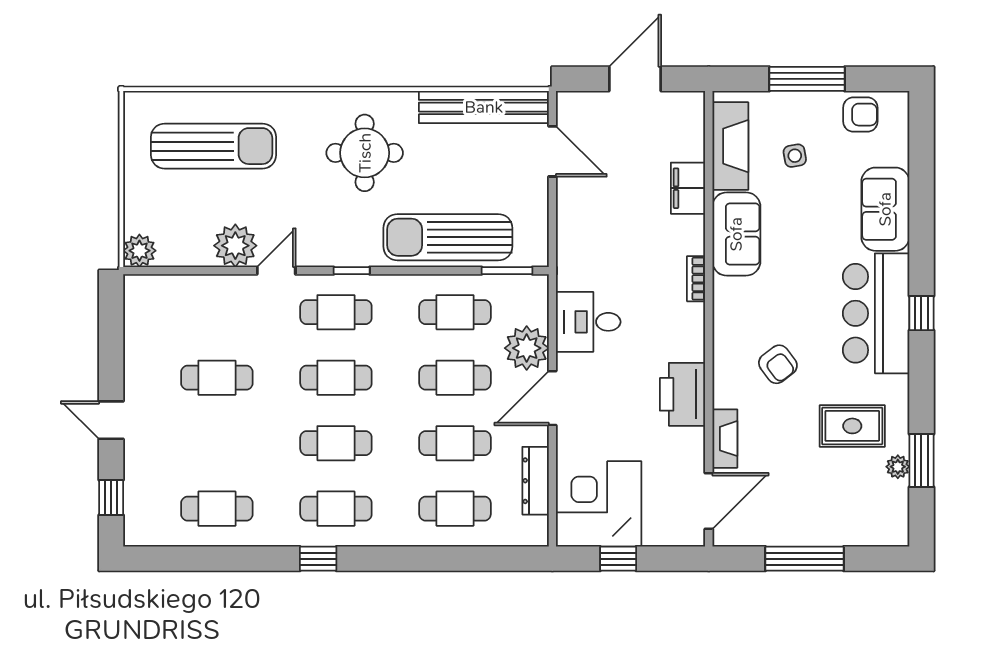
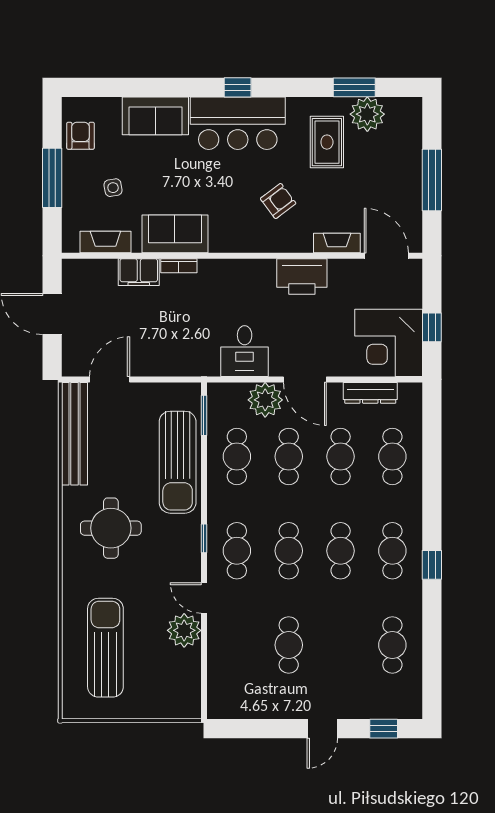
fireplace: (730, 146) -> (105, 242), width x0.73, depth x0.76
plant: (139, 251) -> (188, 706), removed
bookcase: (696, 279) -> (179, 266), moved
plant: (898, 467) -> (367, 114), width x1.88, depth x1.88

